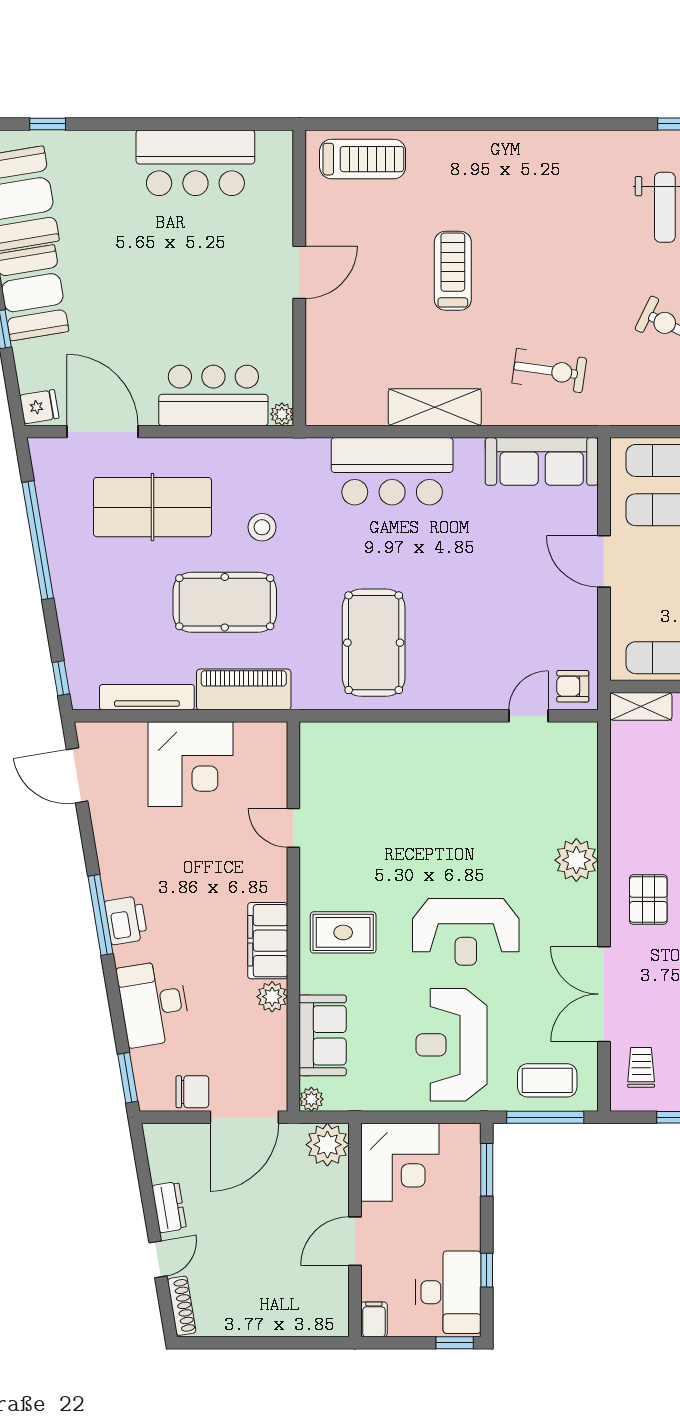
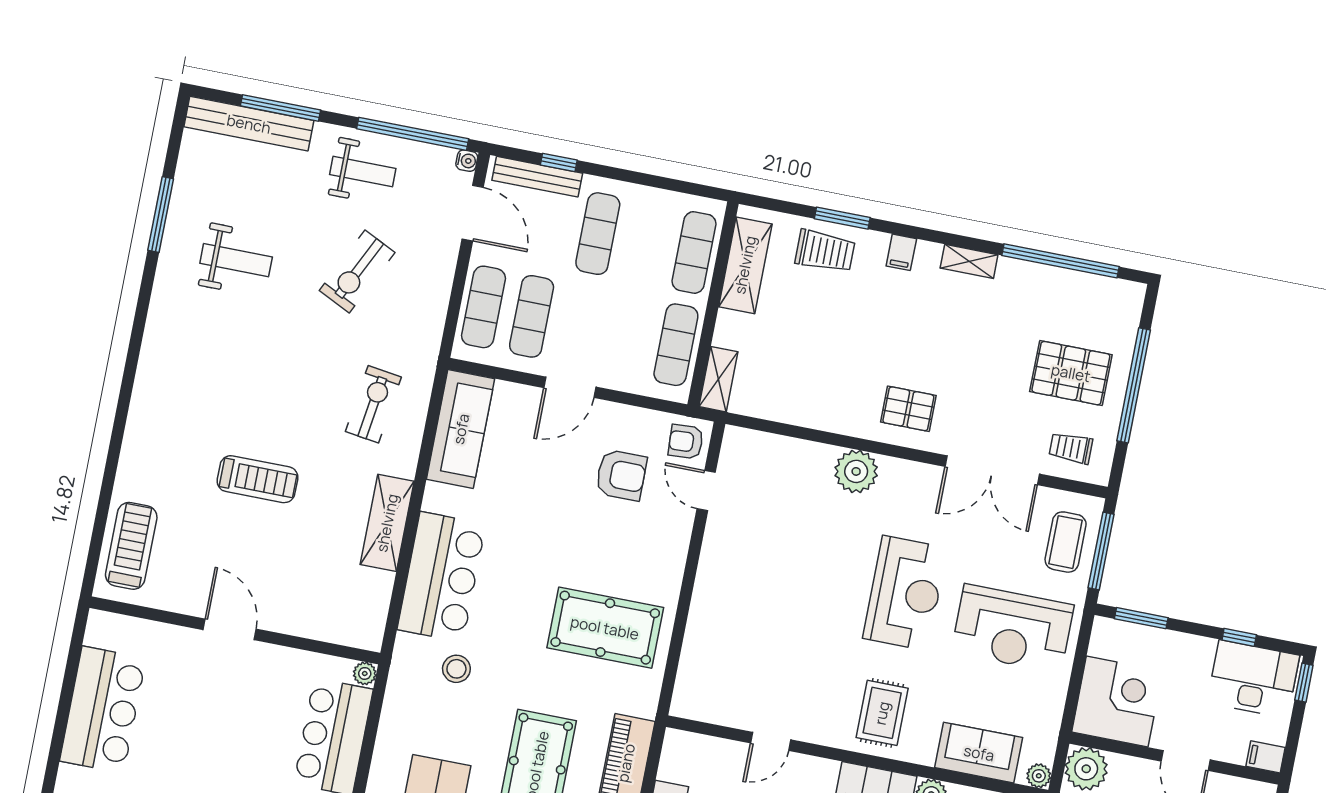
treadmill: (453, 271) -> (257, 479), turned 180
stool: (262, 527) -> (456, 669), moved
armchair: (527, 629) -> (621, 475), added
armchair: (573, 686) -> (686, 442), turned 87

